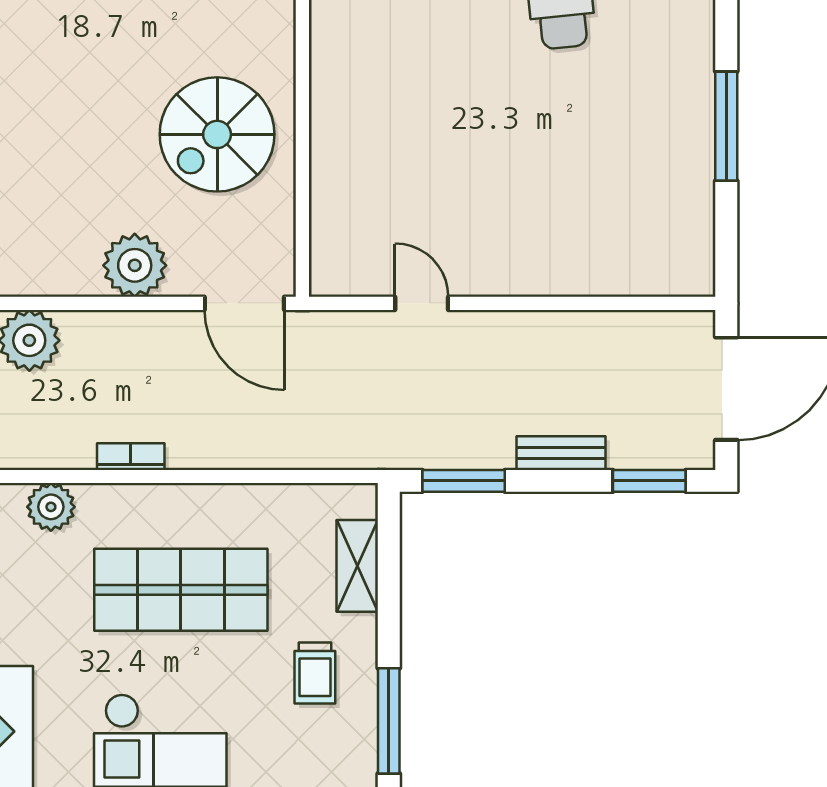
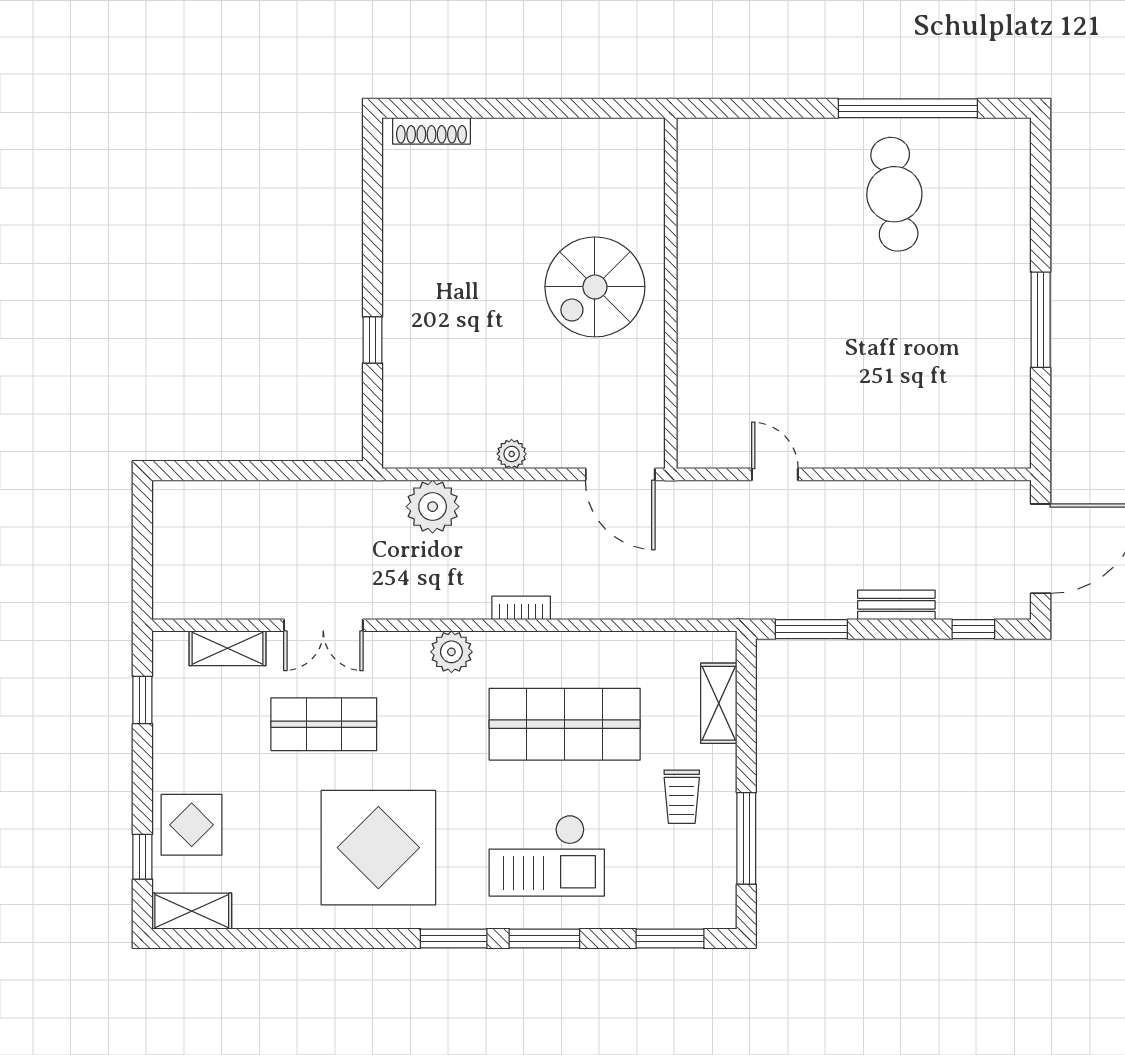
spiral stairs: (217, 134) -> (595, 287), moved
plant: (135, 265) -> (512, 454), width x0.53, depth x0.53
window: (649, 481) -> (973, 629), width x0.67

